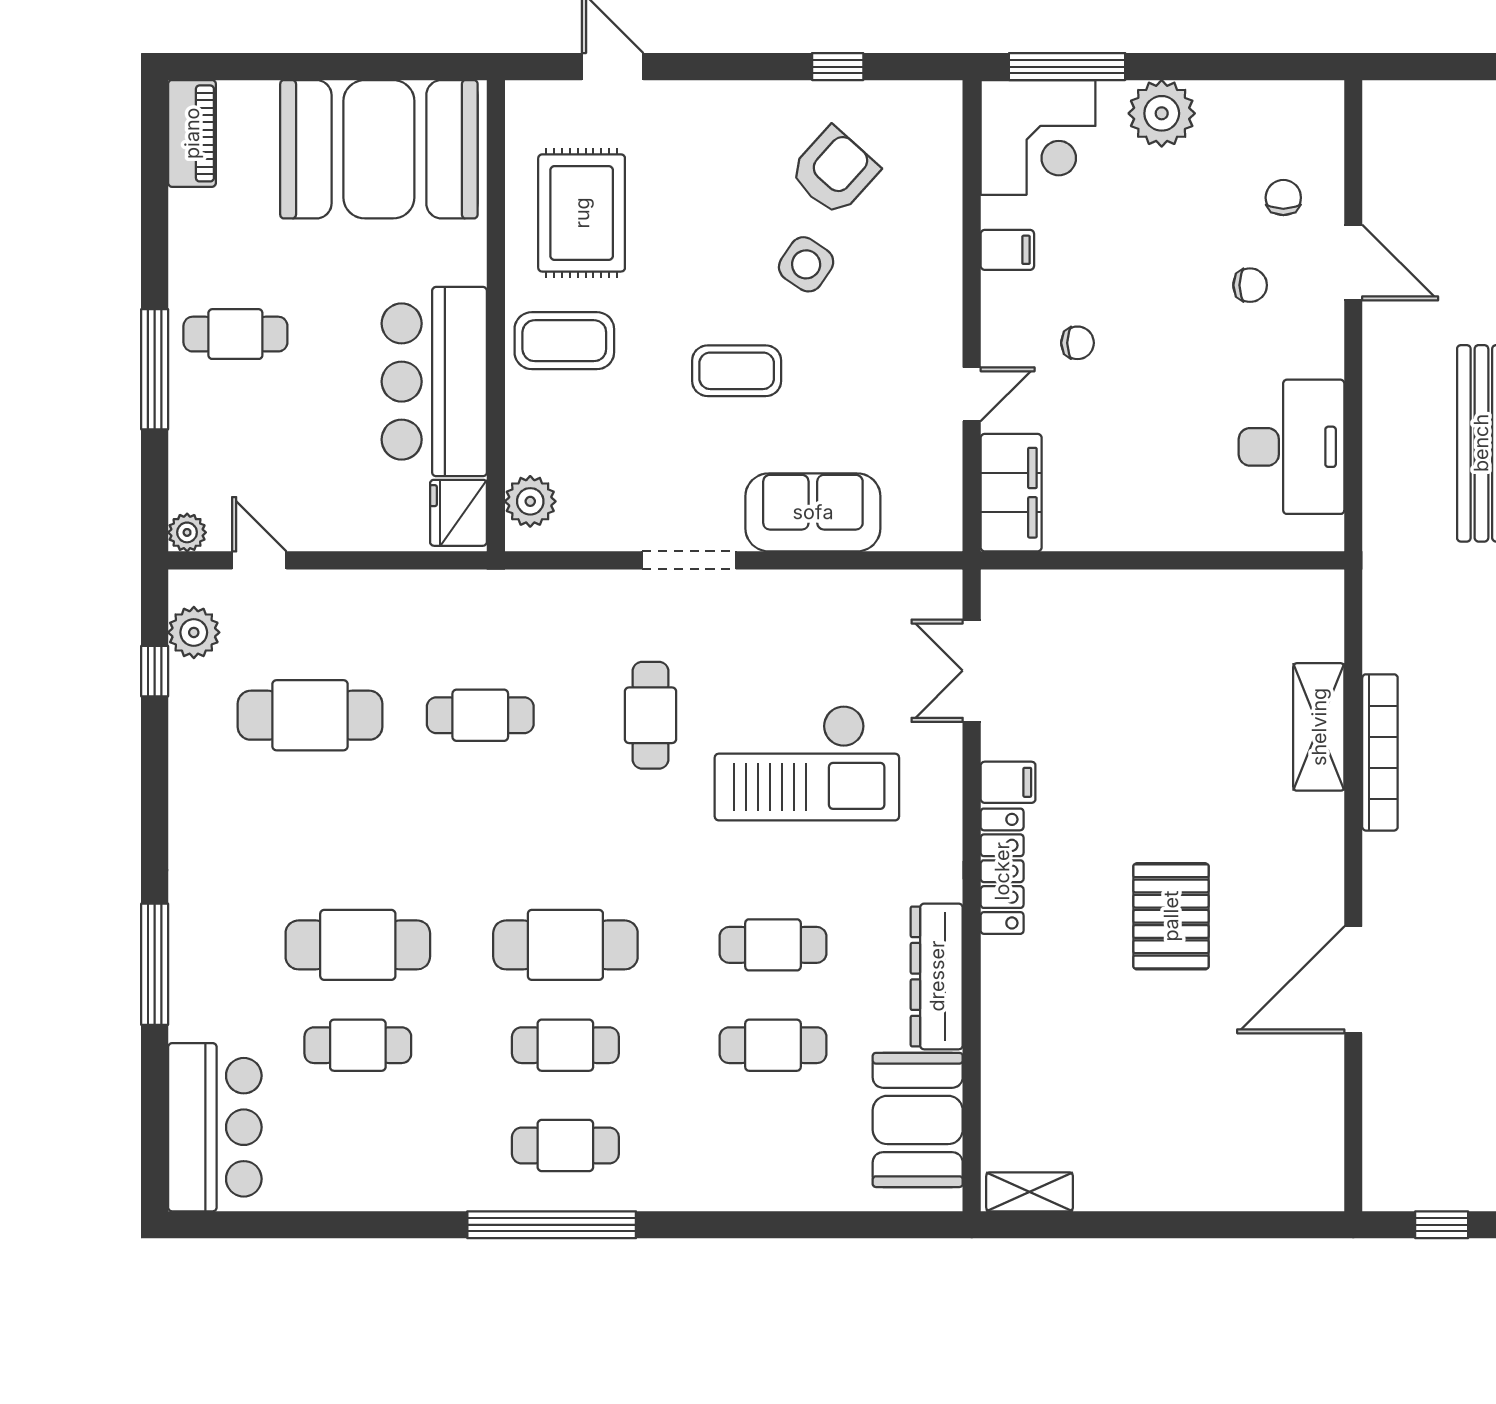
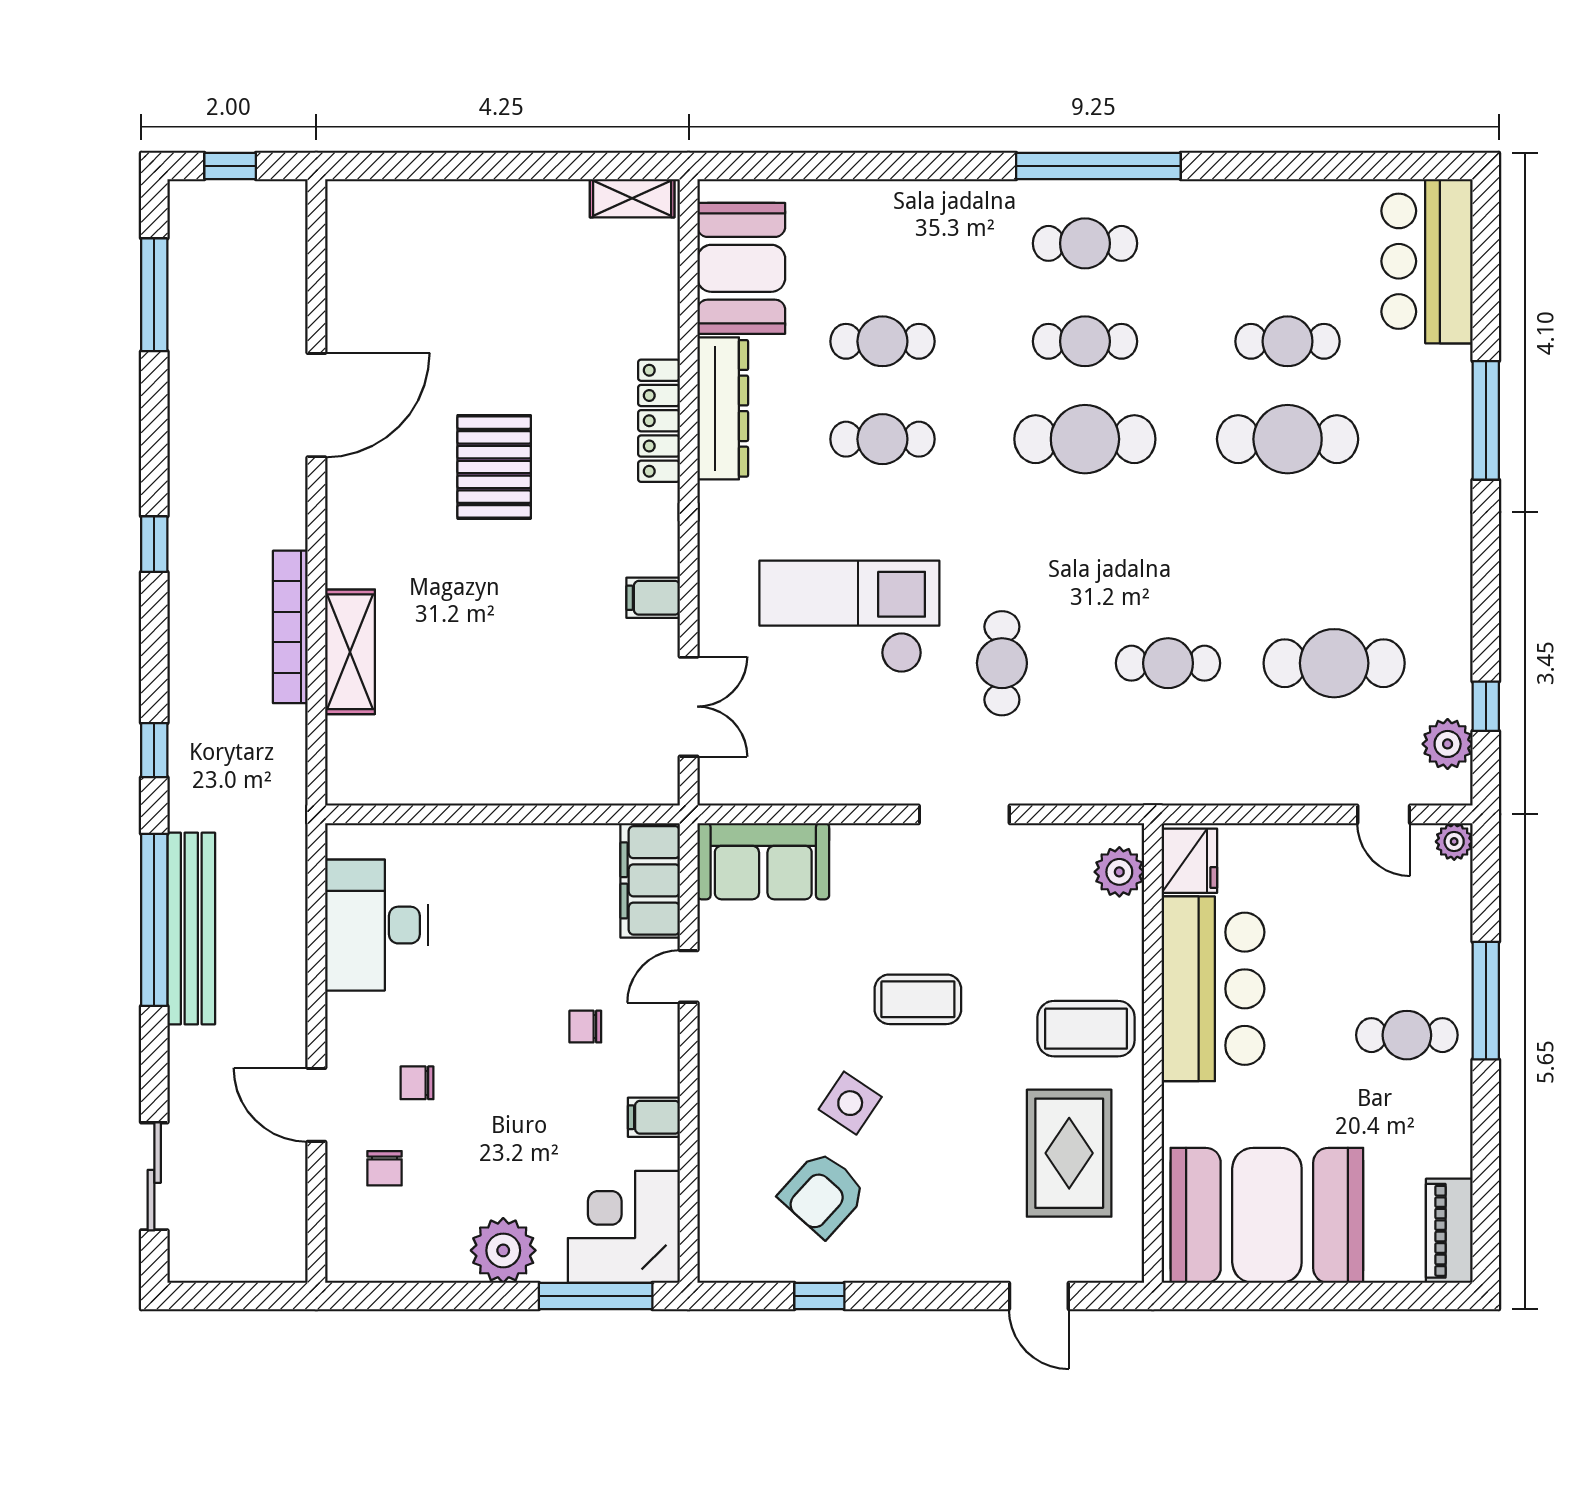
sofa: (813, 512) -> (763, 861), moved
locker: (1002, 871) -> (659, 421), moved

